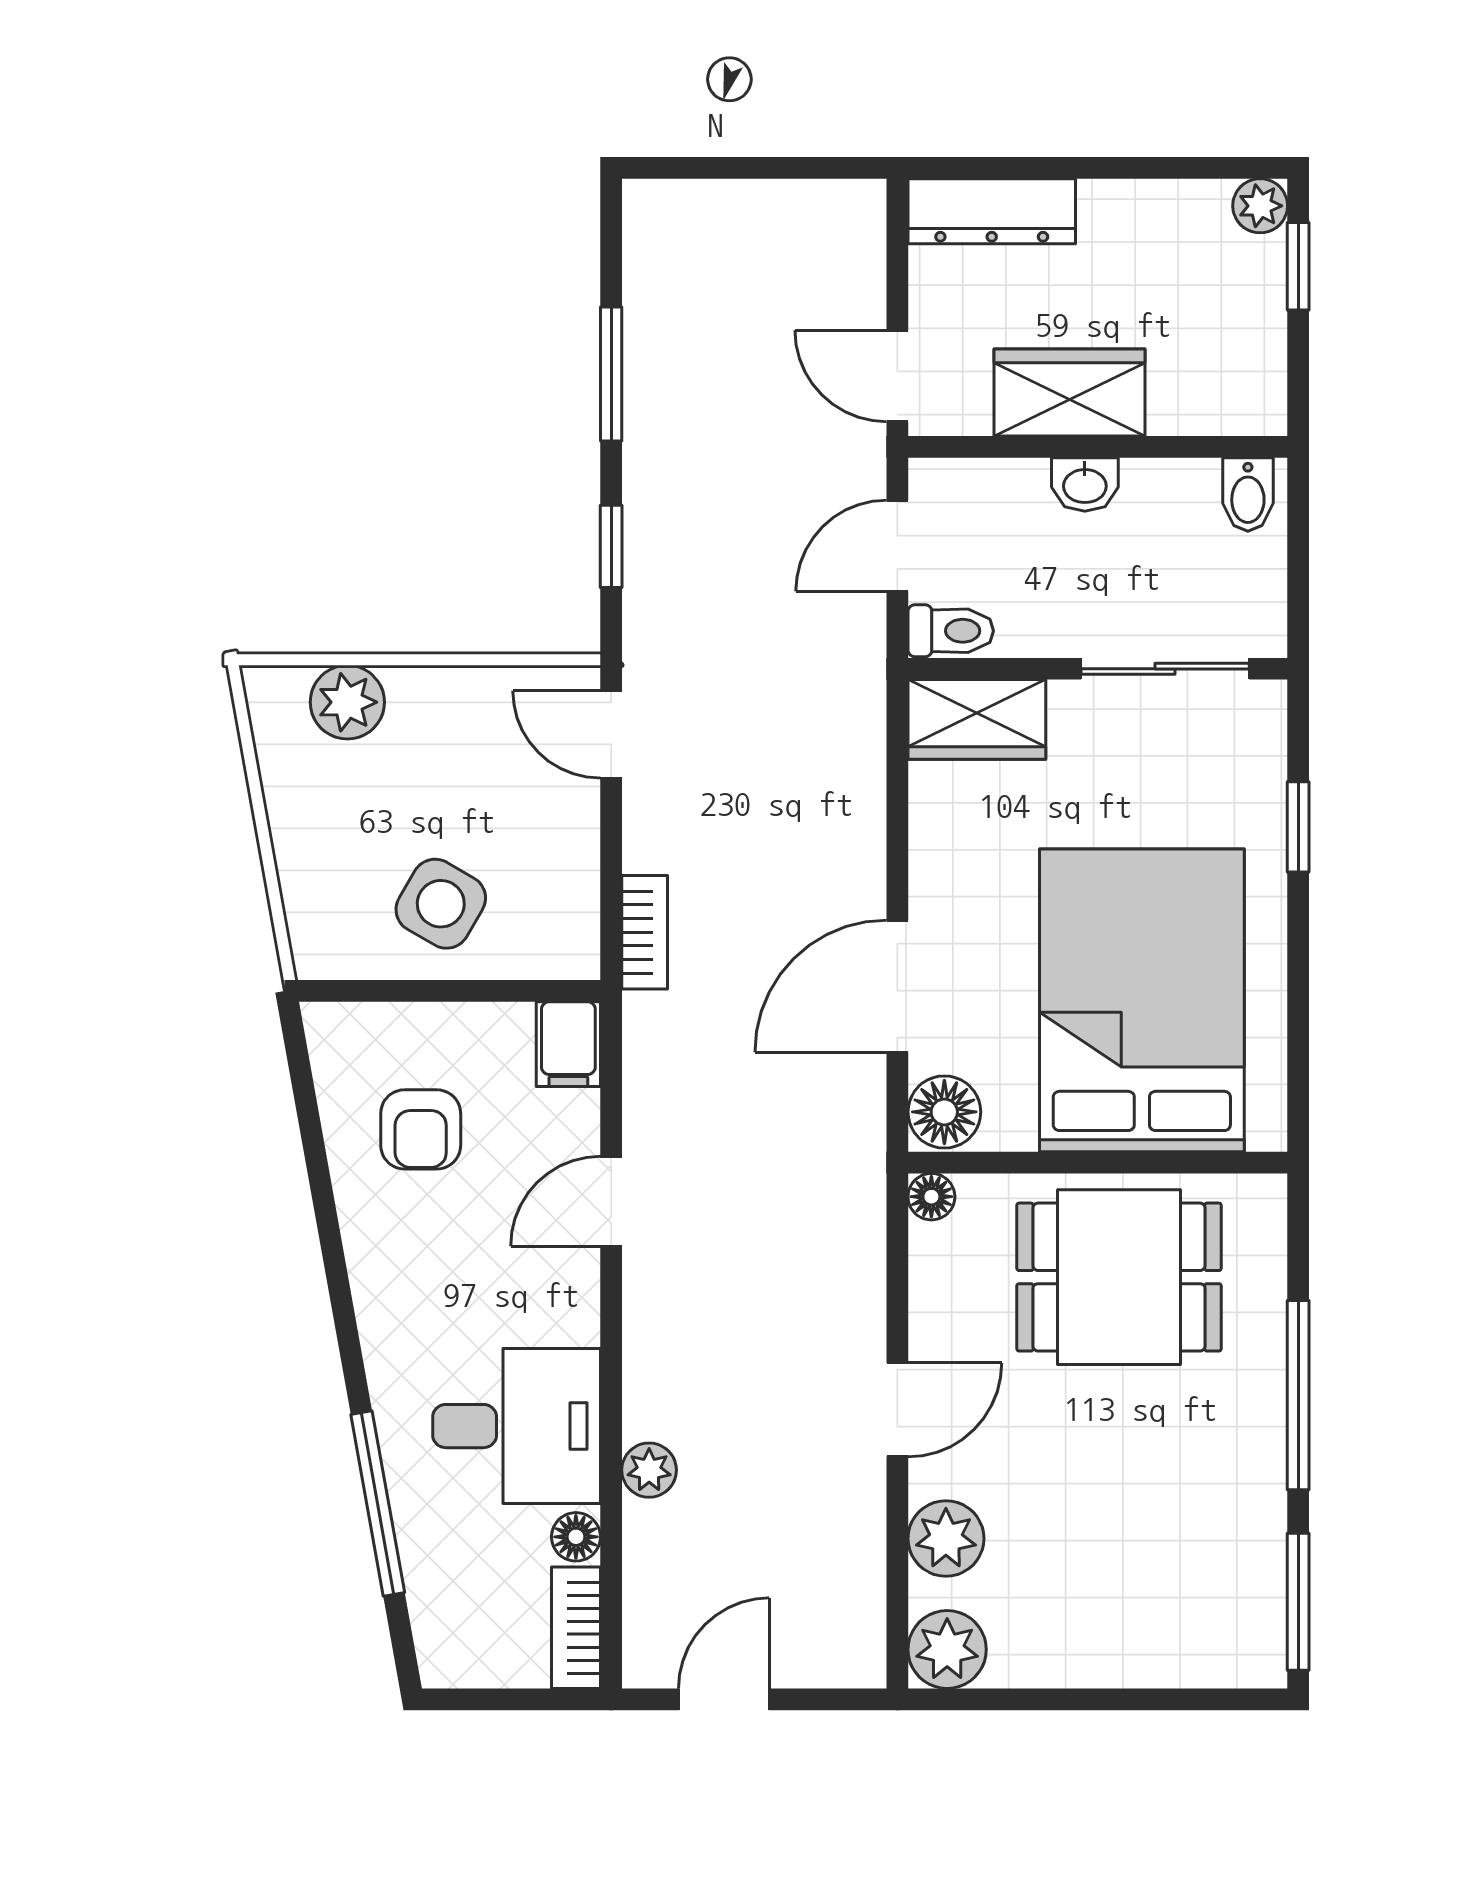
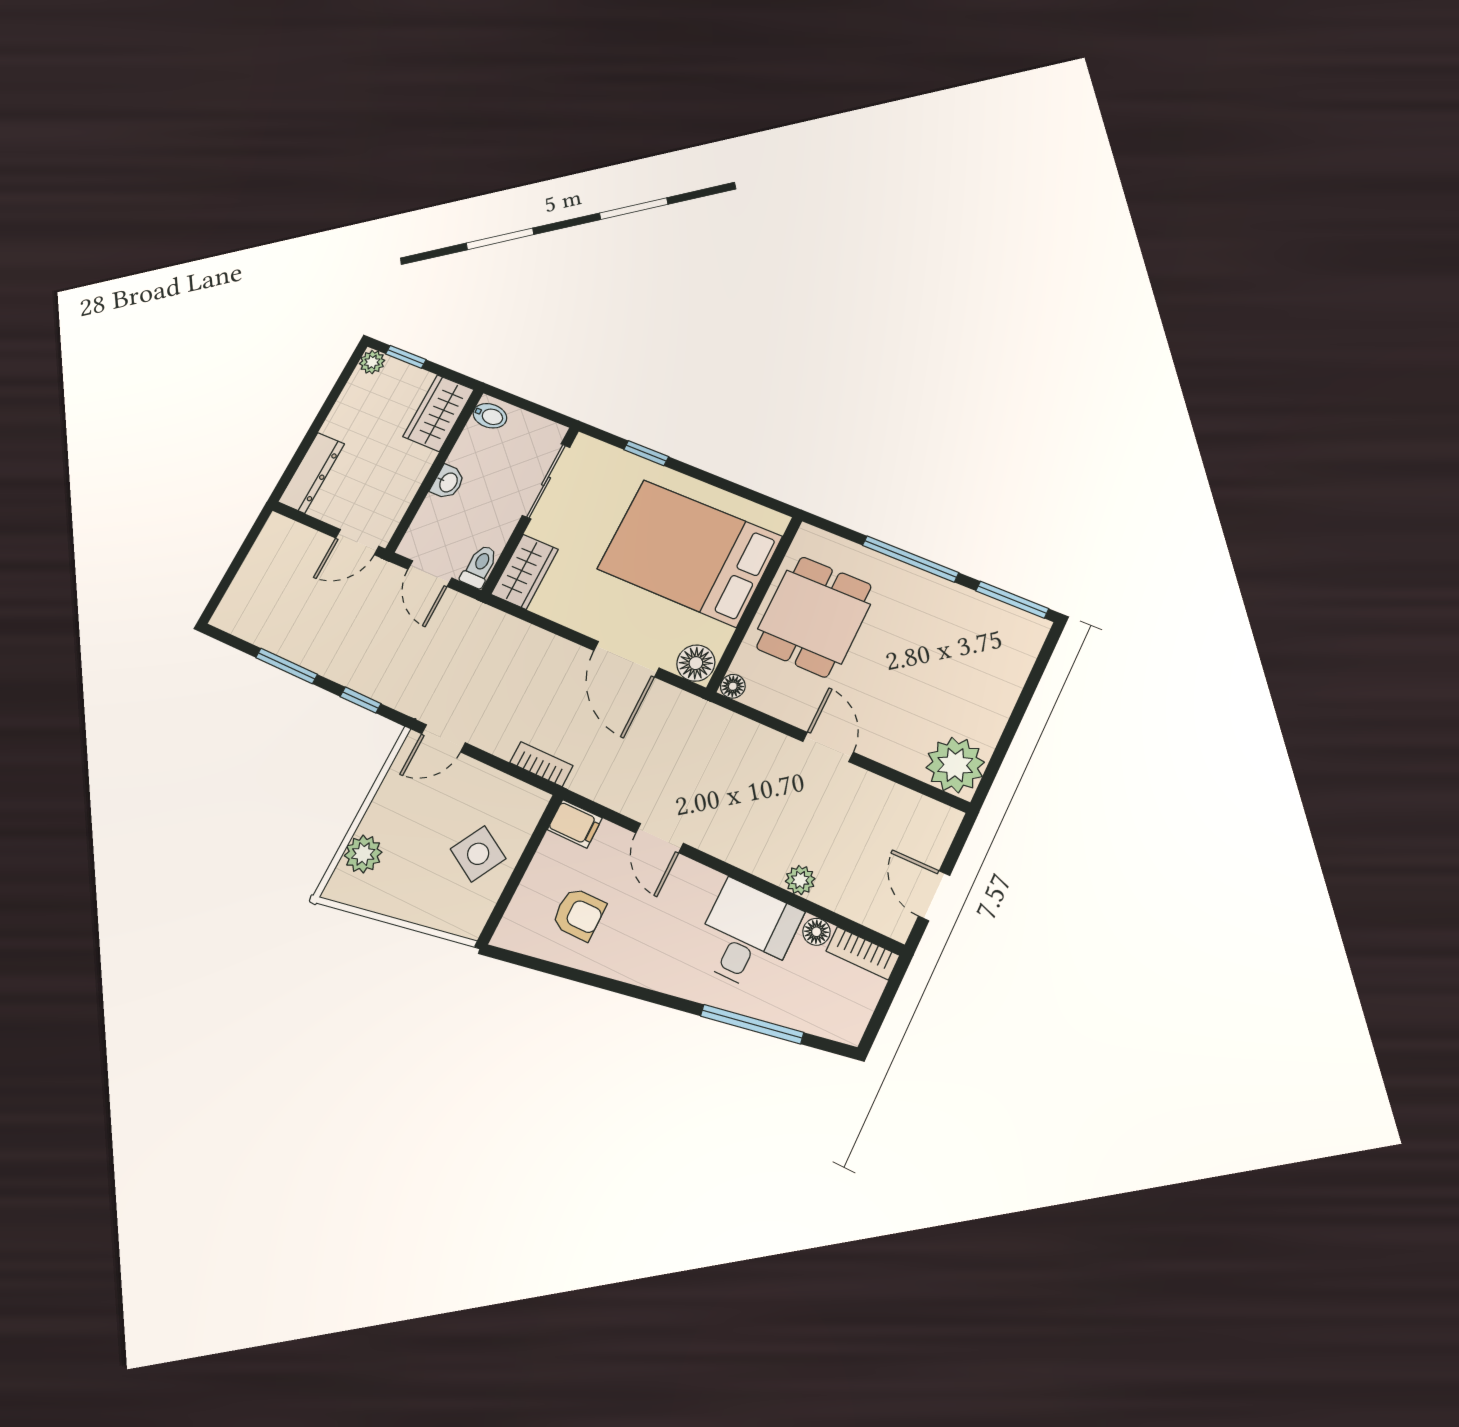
wardrobe: (1069, 392) -> (438, 413), moved
plant: (946, 1538) -> (903, 751), removed
plant: (947, 1650) -> (955, 765), width x1.36, depth x1.36

